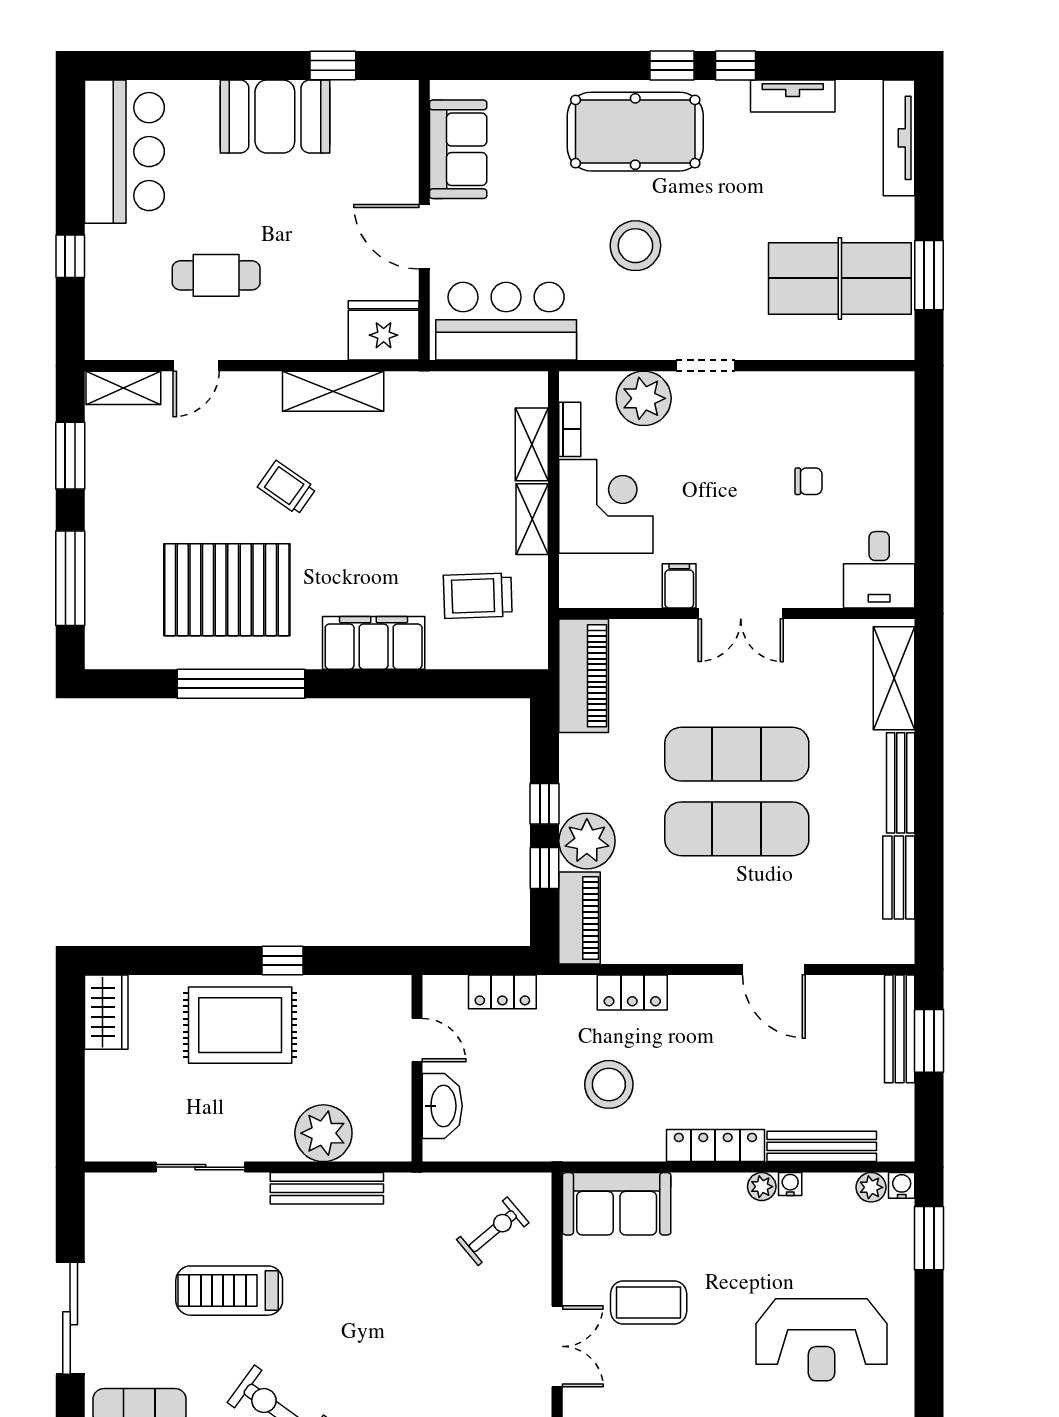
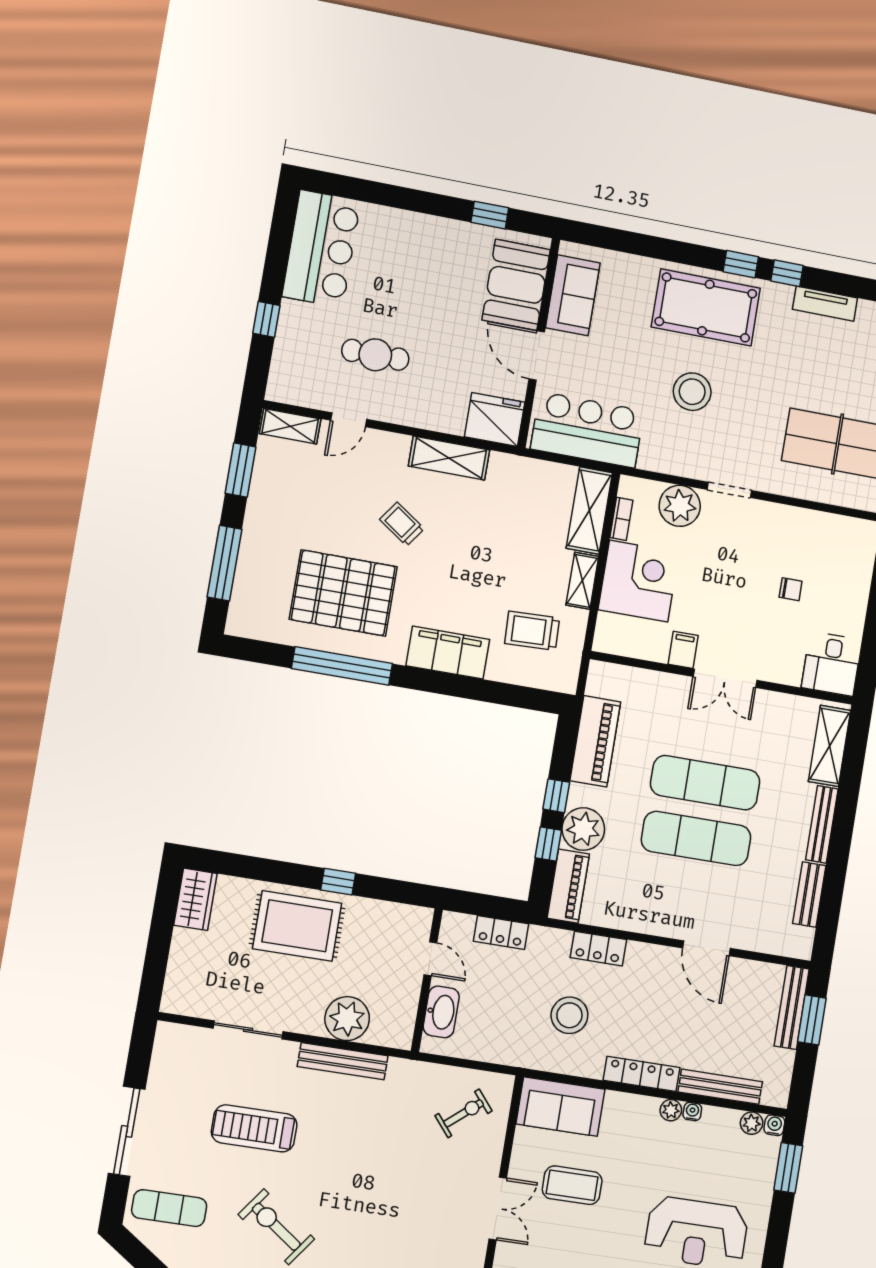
booth: (275, 117) -> (516, 285), moved, turned 90
shelving: (532, 444) -> (589, 511), width x1.50, depth x1.33
piano: (584, 676) -> (595, 741), moved

